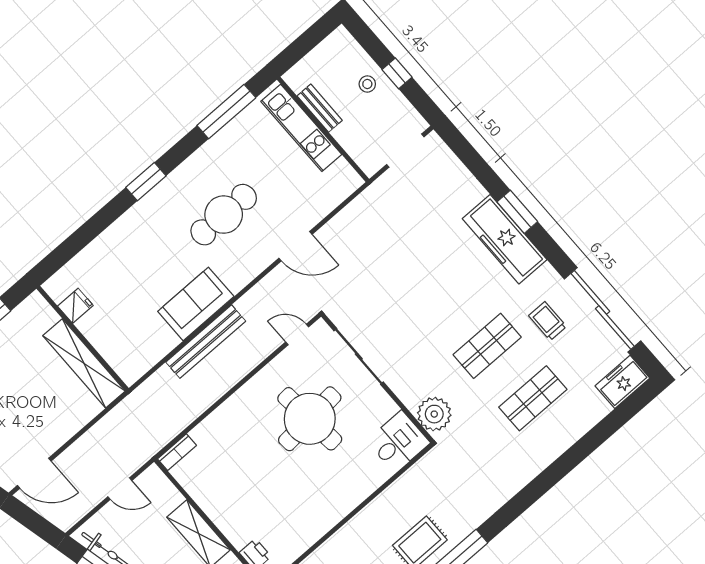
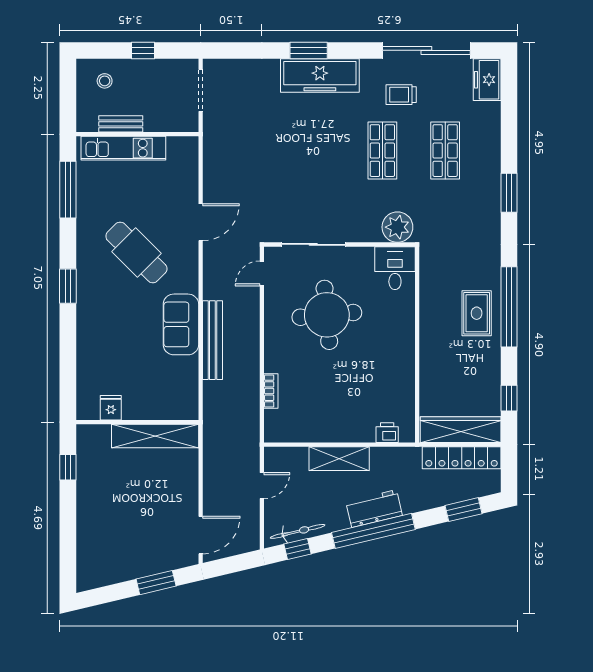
stool: (367, 84) -> (105, 81), moved
cafe table: (224, 215) -> (136, 252), turned -45
bookcase: (177, 452) -> (271, 391), moved
window: (544, 482) -> (509, 193), added

